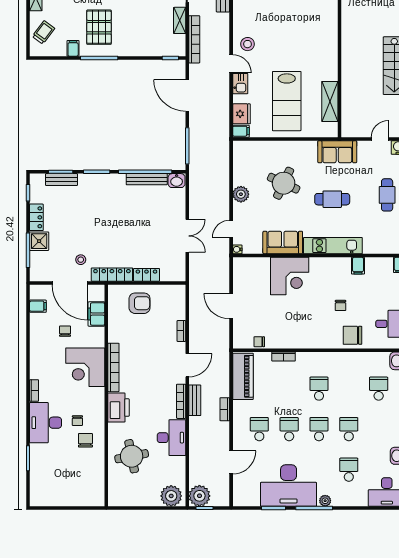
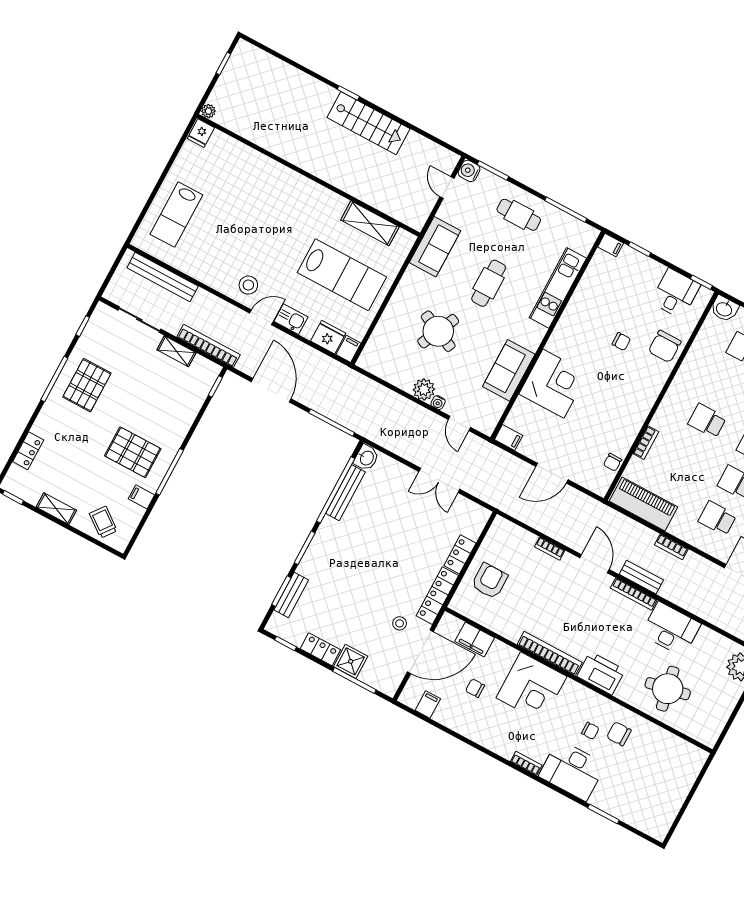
door: (187, 95) -> (271, 390), swing flipped
double door: (187, 236) -> (439, 480), swing flipped
kitchen unit: (333, 246) -> (558, 288), moved
water cooler: (237, 249) -> (438, 403), moved
filing cabinet: (358, 266) -> (509, 437), moved

